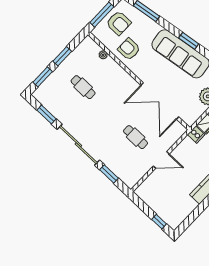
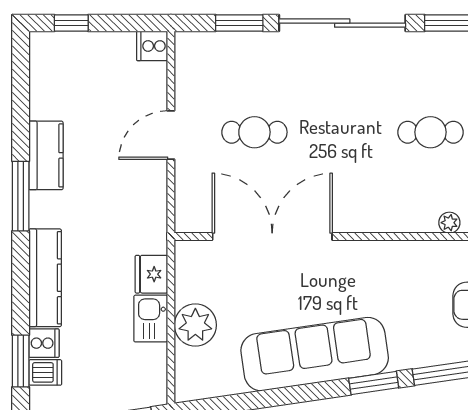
window: (189, 41) -> (374, 383), moved
armchair: (129, 49) -> (413, 276), removed
cooker: (196, 135) -> (152, 46), moved

